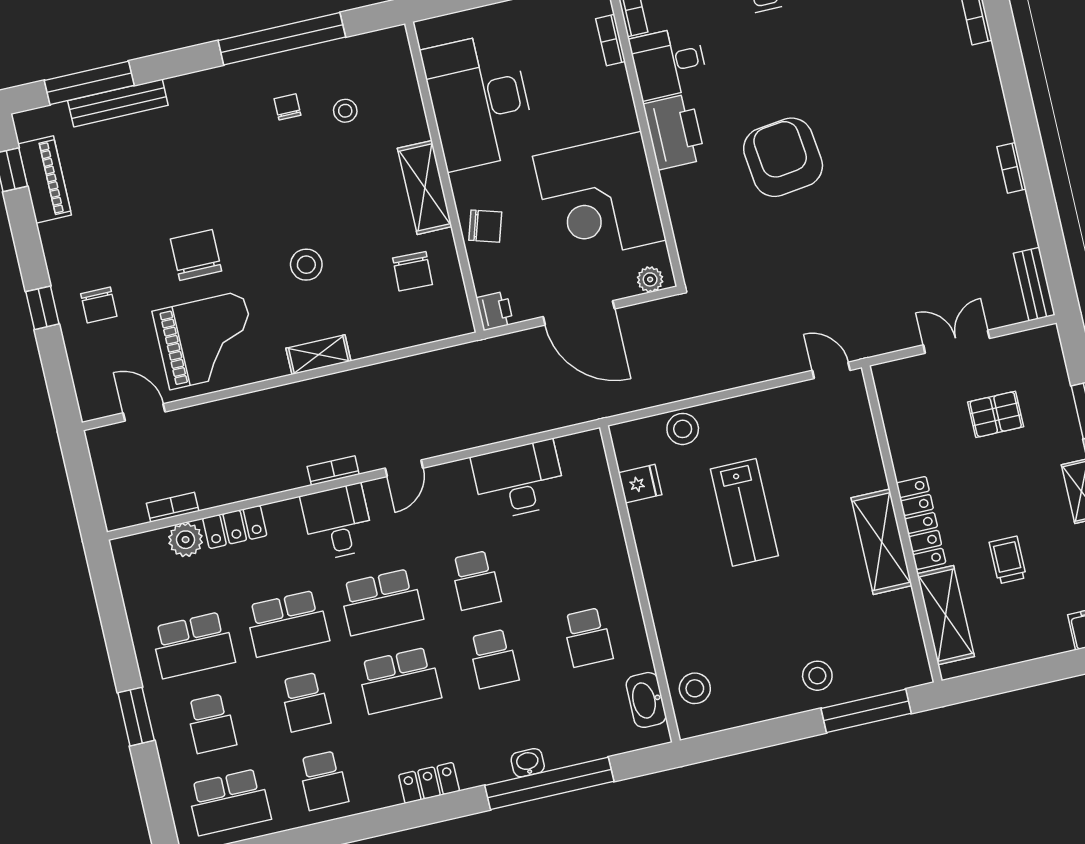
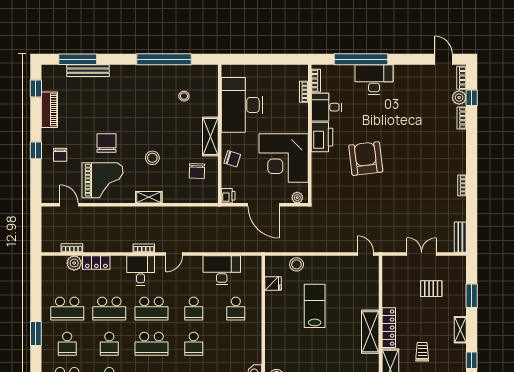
chair: (288, 107) -> (160, 89), removed
piano: (45, 179) -> (49, 110), moved
lab bench: (744, 512) -> (315, 306), turned 180
school desk: (588, 637) -> (236, 309), moved

